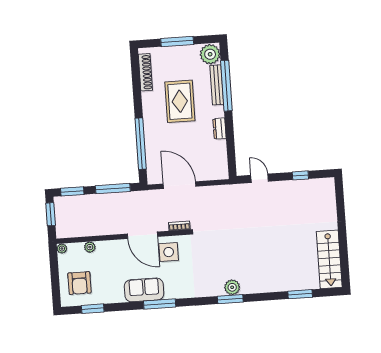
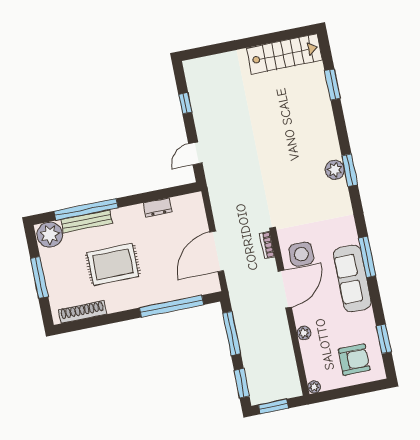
dresser: (219, 129) -> (158, 207), moved
plant: (90, 247) -> (304, 333), moved
sofa: (144, 290) -> (352, 278), width x1.36

